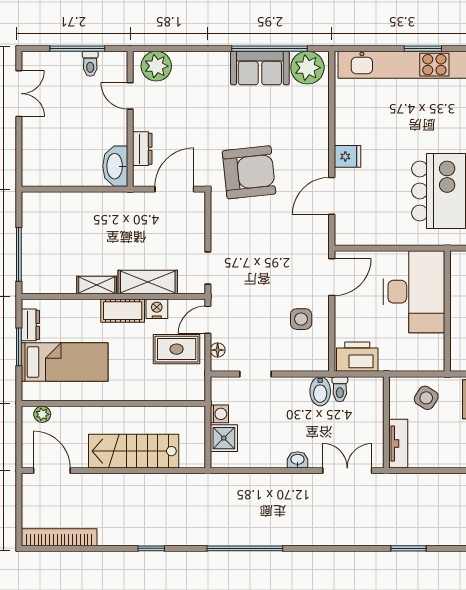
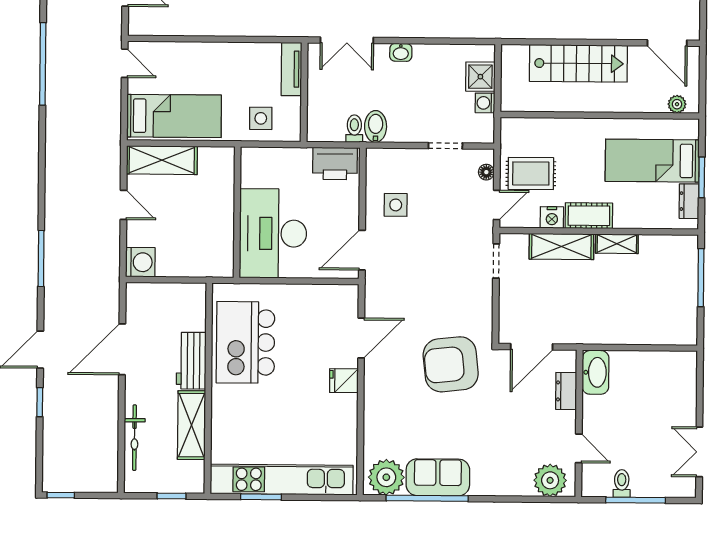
side table: (426, 398) -> (261, 118), turned -32

